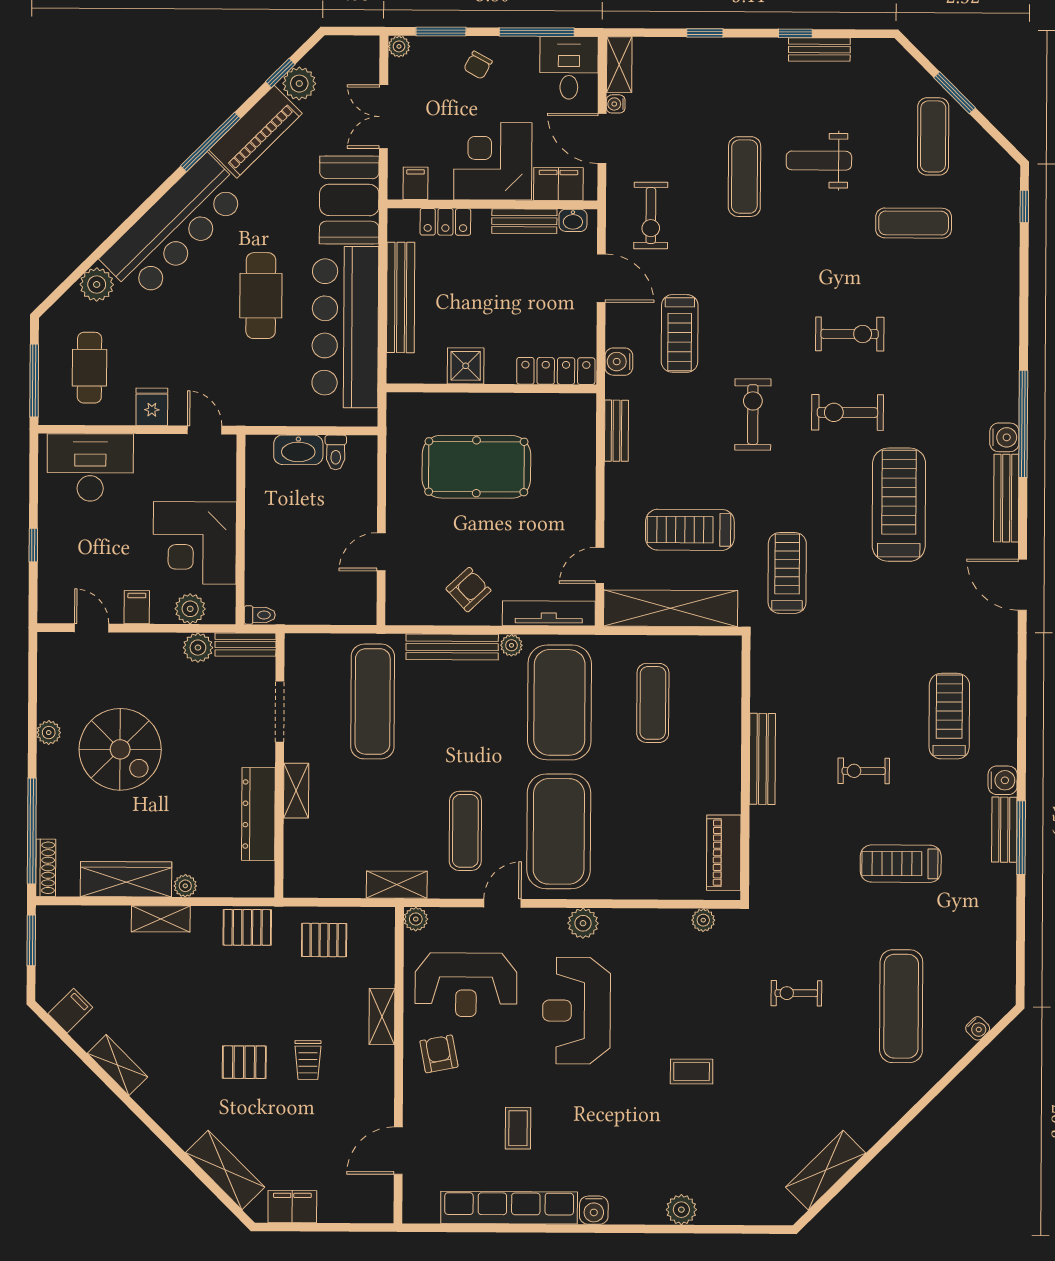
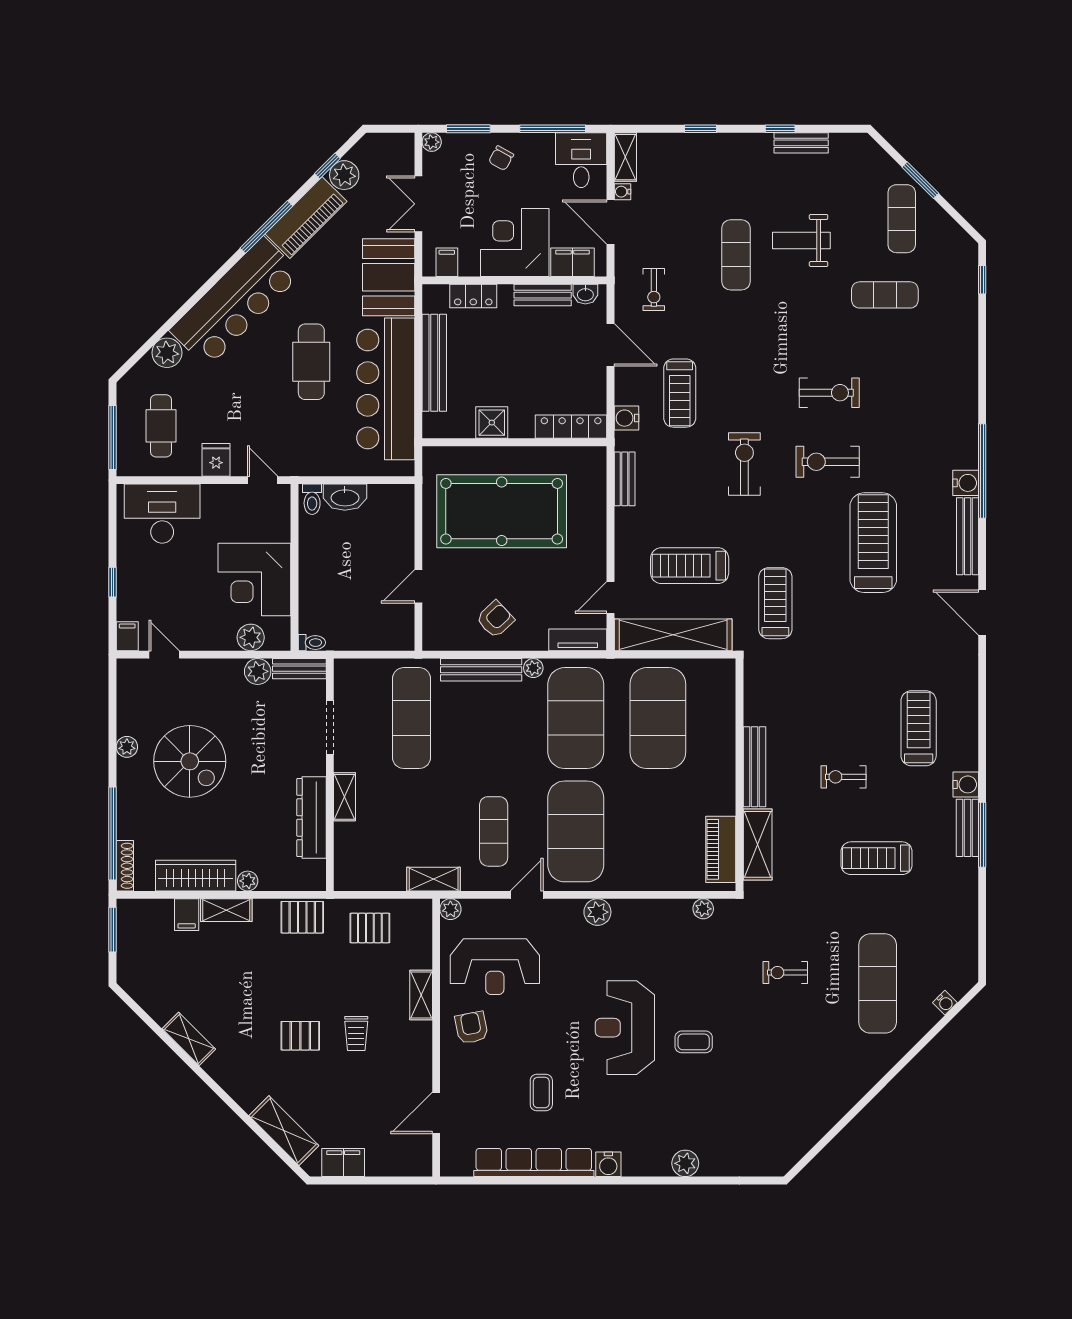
exercise bike: (651, 215) -> (654, 290), width x0.73, depth x0.72
toilet: (336, 452) -> (312, 499), moved
pool table: (476, 467) -> (502, 511), width x1.36, depth x1.32
filing cabinet: (137, 607) -> (127, 636), moved
tv unit: (549, 613) -> (578, 640), width x0.71
exercise mat: (653, 703) -> (658, 718), width x2.00, depth x1.45
filing cabinet: (70, 1011) -> (187, 915), moved, turned 135
reception desk: (576, 1011) -> (625, 1028), moved
shelving: (826, 1170) -> (758, 844), moved, turned -45

